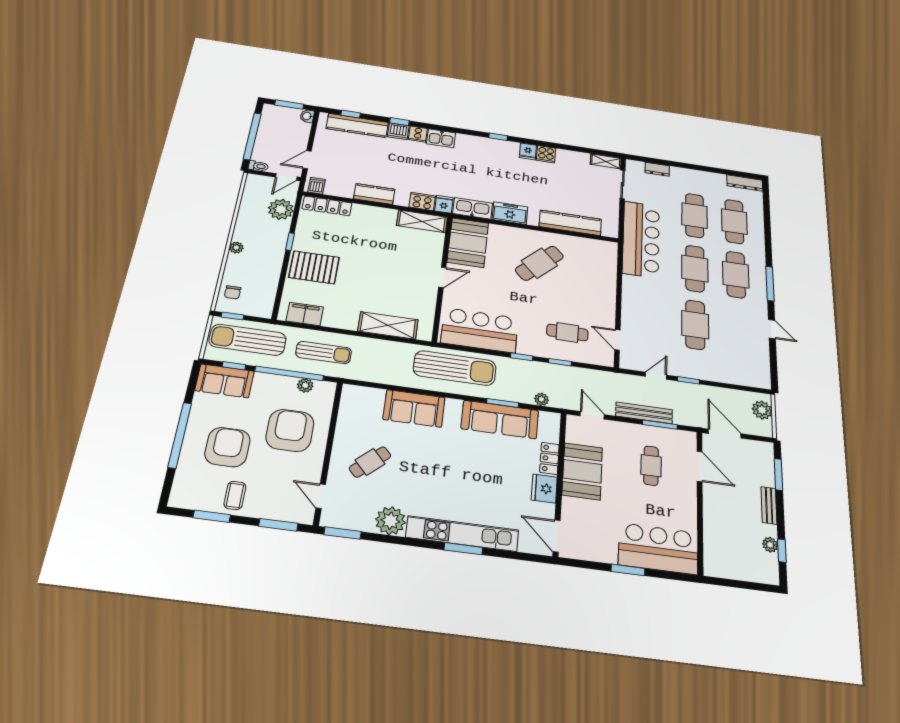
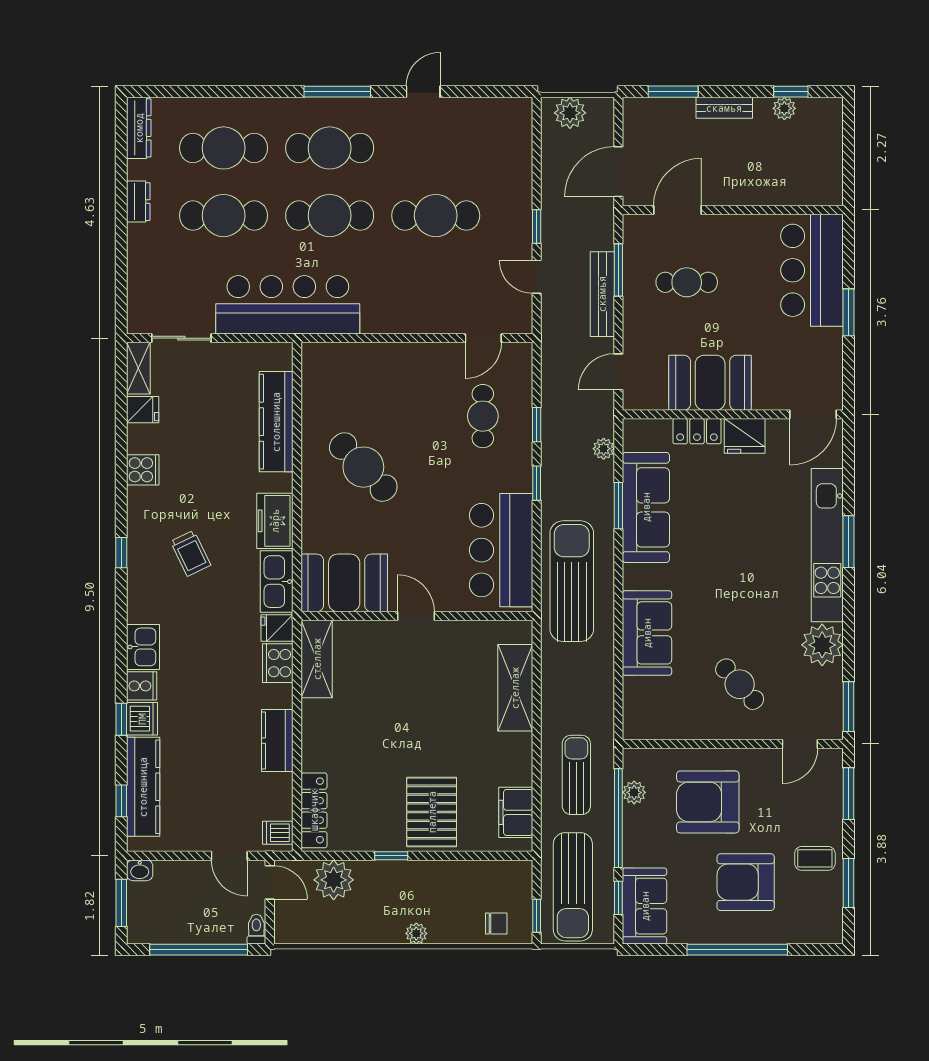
fridge: (528, 151) -> (143, 410), moved
trolley: (494, 169) -> (191, 553), added
dresser: (657, 169) -> (138, 202), moved

